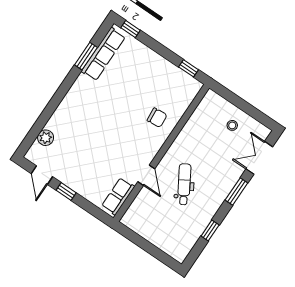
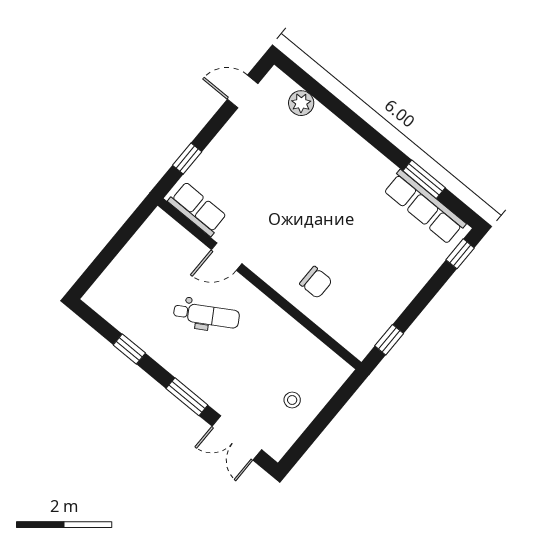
chair: (157, 118) -> (316, 282), turned -85
double door: (259, 158) -> (237, 438), swing flipped
window: (66, 191) -> (187, 158), moved

